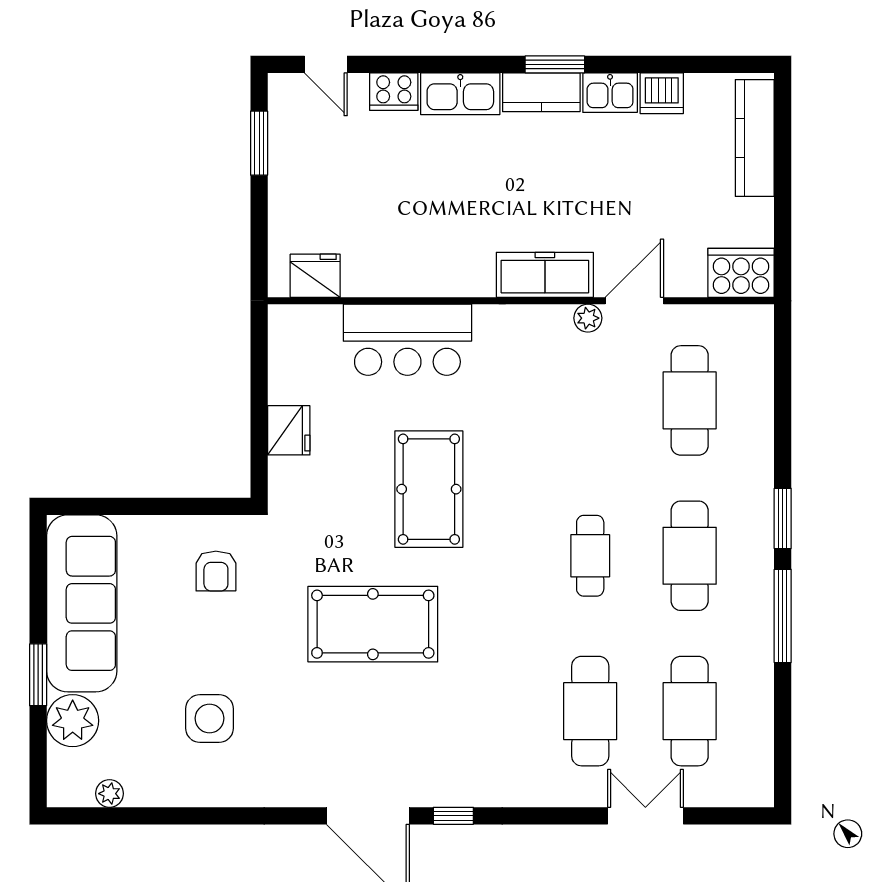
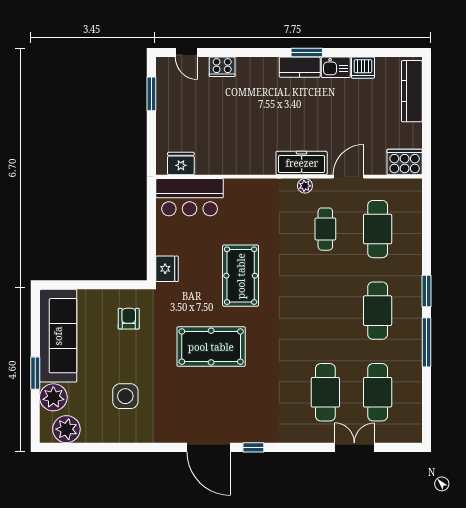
kitchen sink: (460, 94) -> (257, 68), removed
plant: (588, 318) -> (305, 186), moved
bar counter: (407, 340) -> (190, 197), moved
fridge: (289, 430) -> (167, 269), moved
cafe table: (590, 556) -> (325, 229), moved
armchair: (216, 571) -> (129, 319), turned 180
plant: (110, 794) -> (66, 429), width x1.87, depth x1.87

